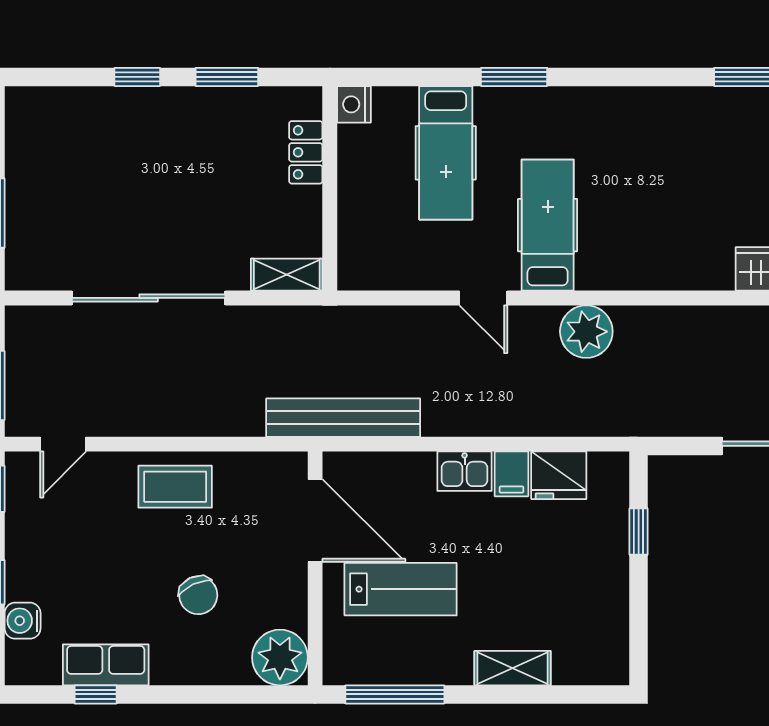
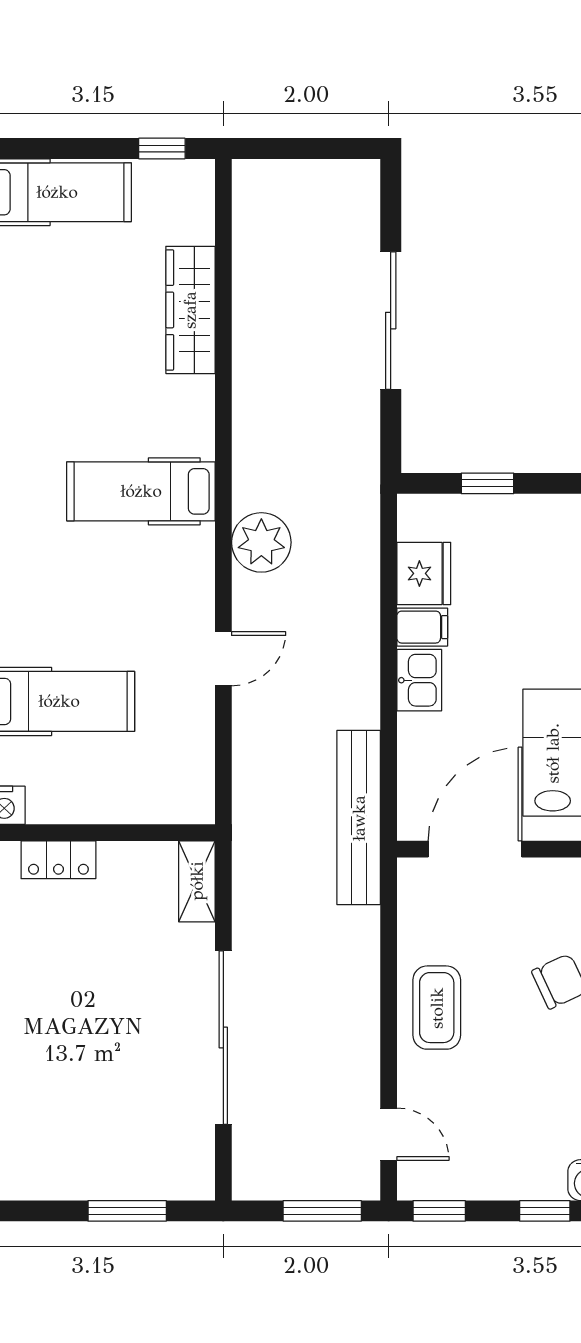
hospital bed: (548, 225) -> (141, 491), moved

